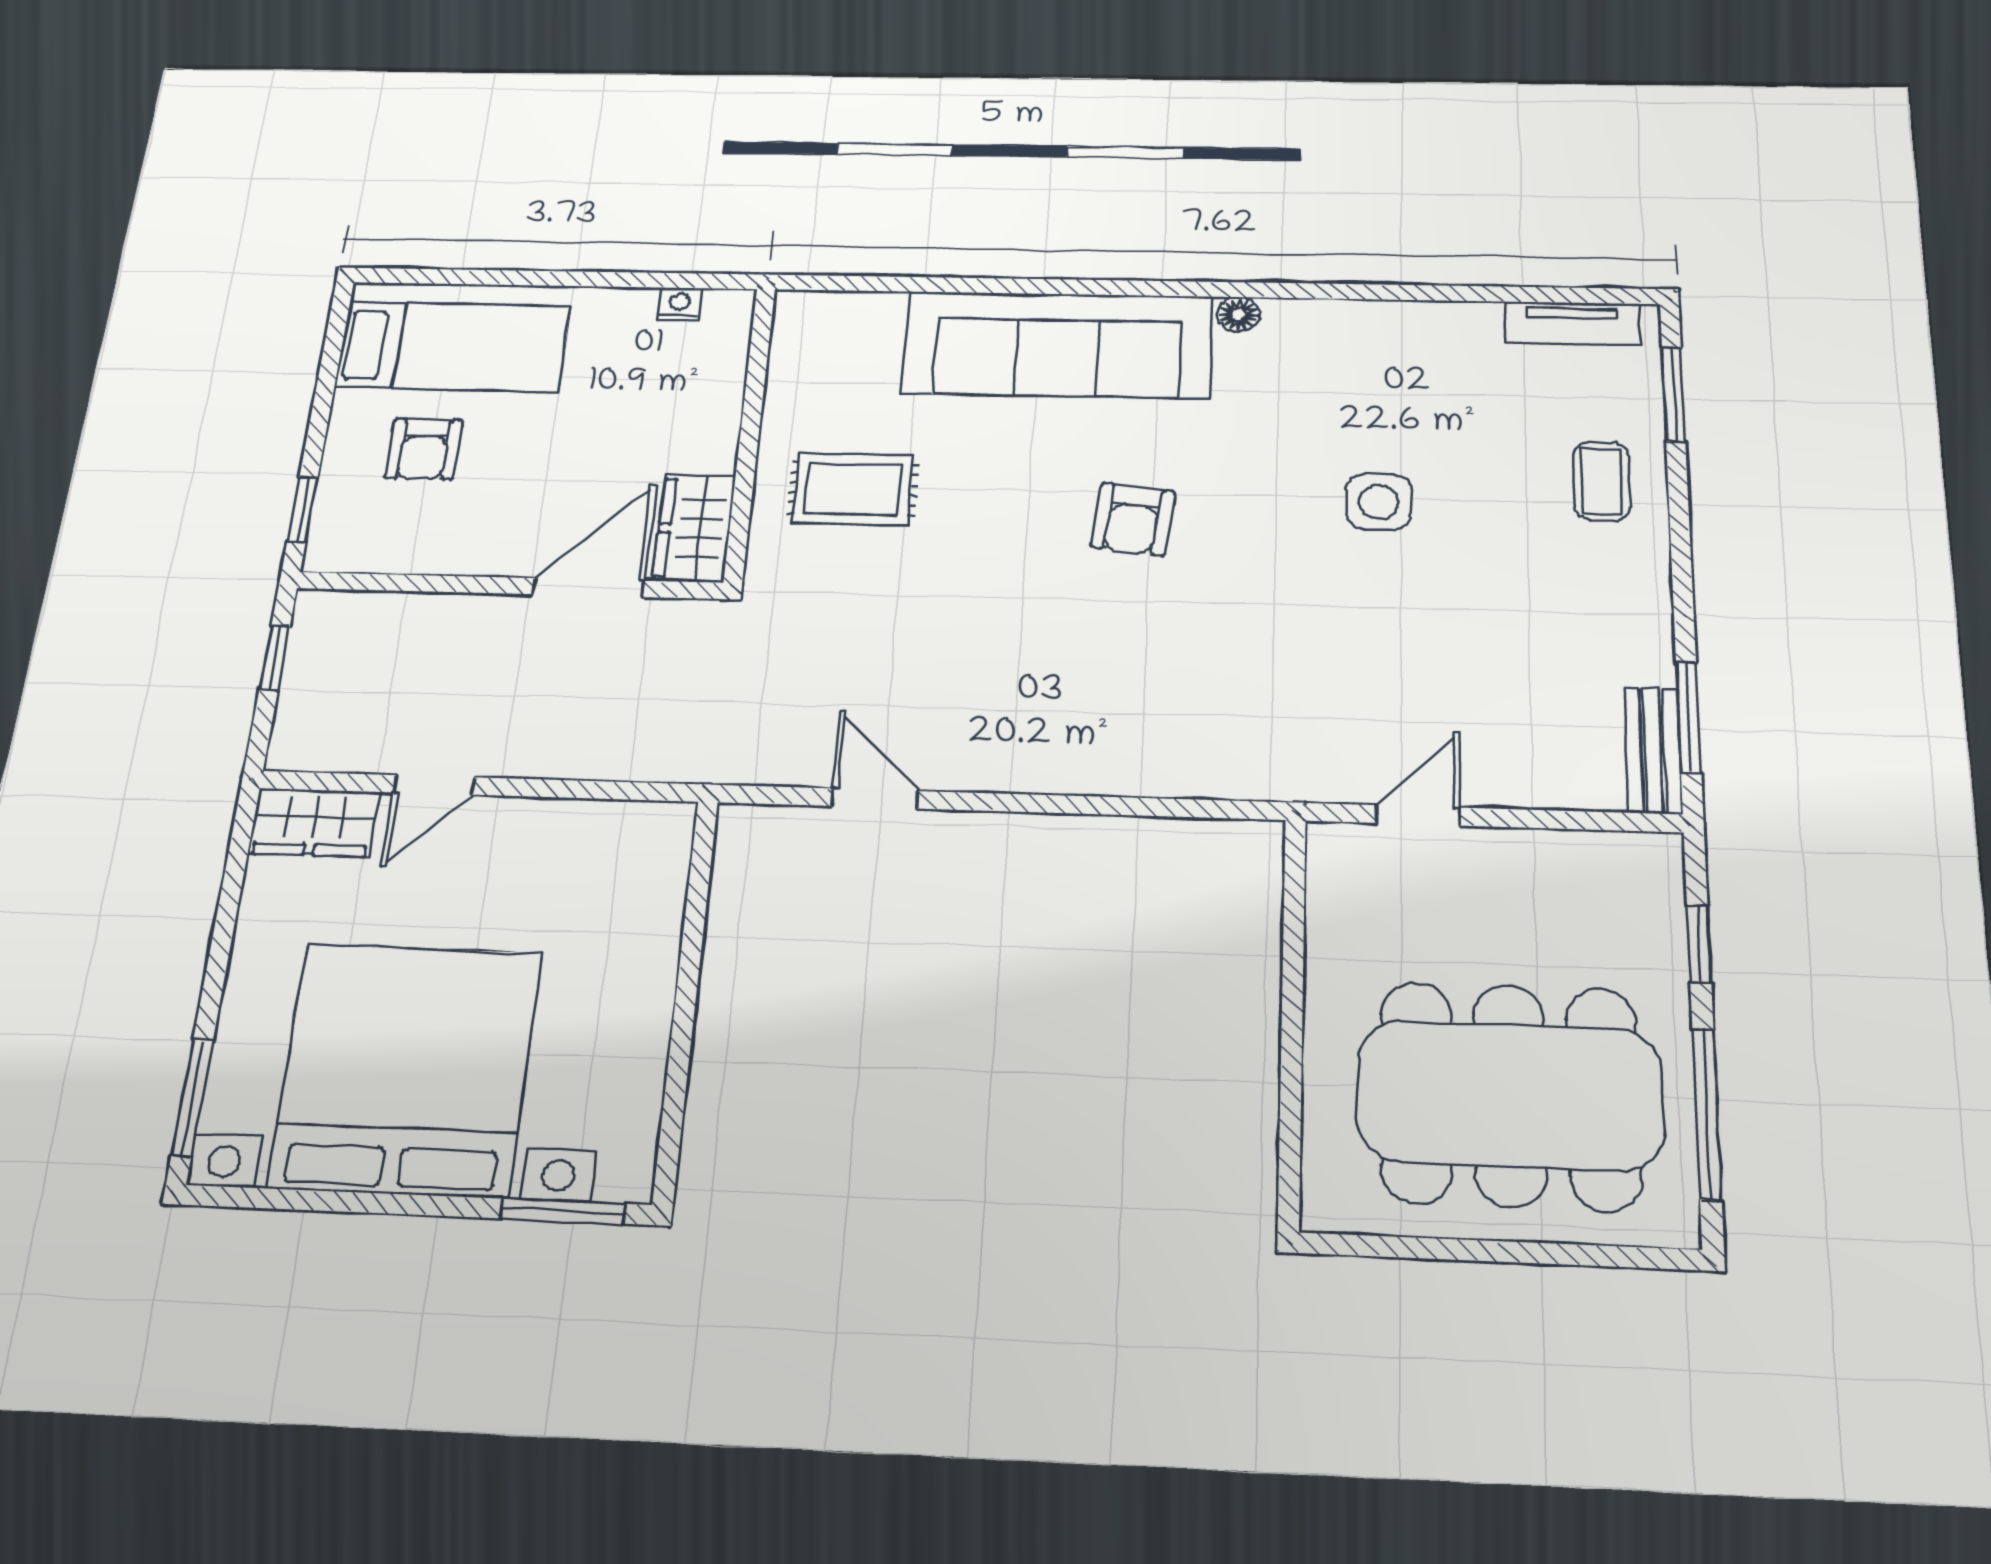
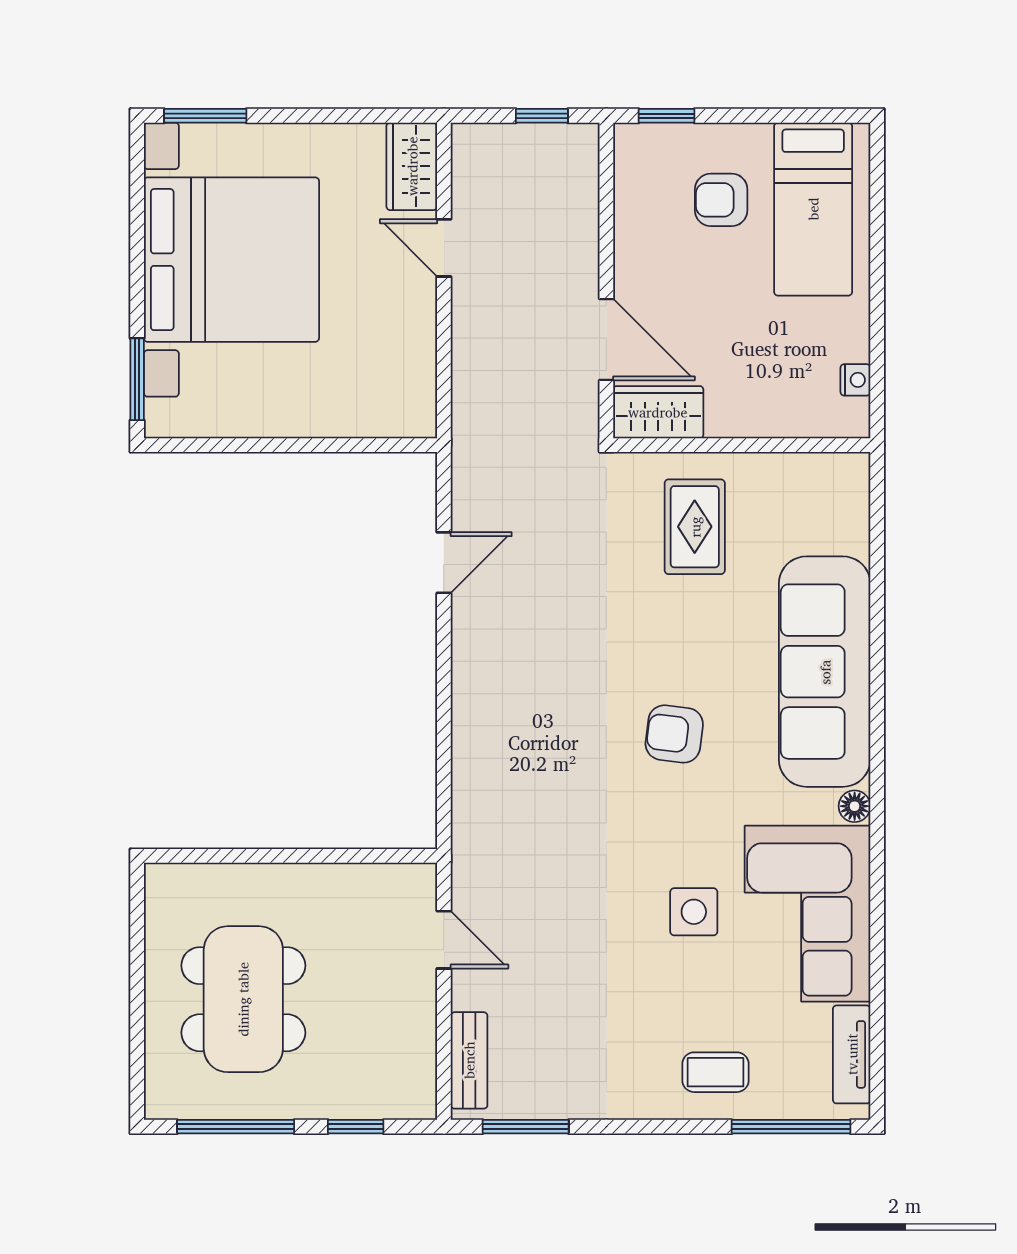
corner sofa: (1382, 370) -> (808, 914), added
window: (1674, 394) -> (791, 1127), width x1.44
bench: (1653, 751) -> (469, 1060), moved, turned 90
dining table: (1510, 1095) -> (243, 999), width x0.73, depth x0.80

